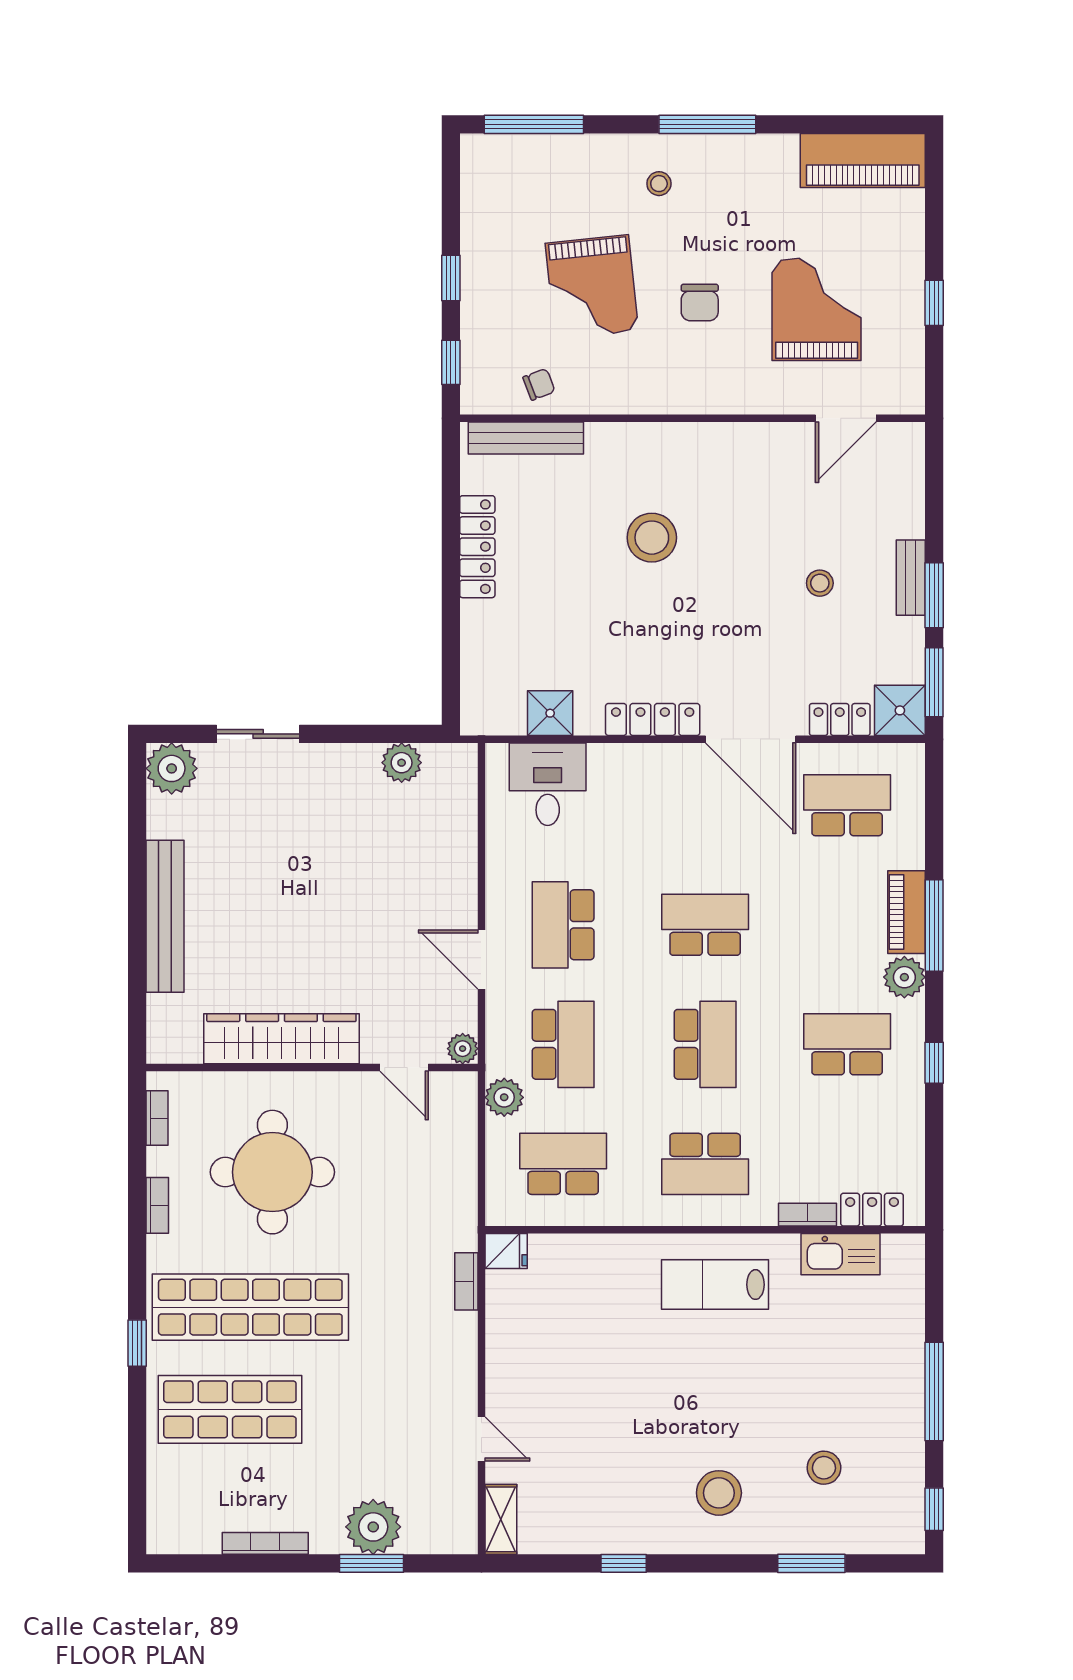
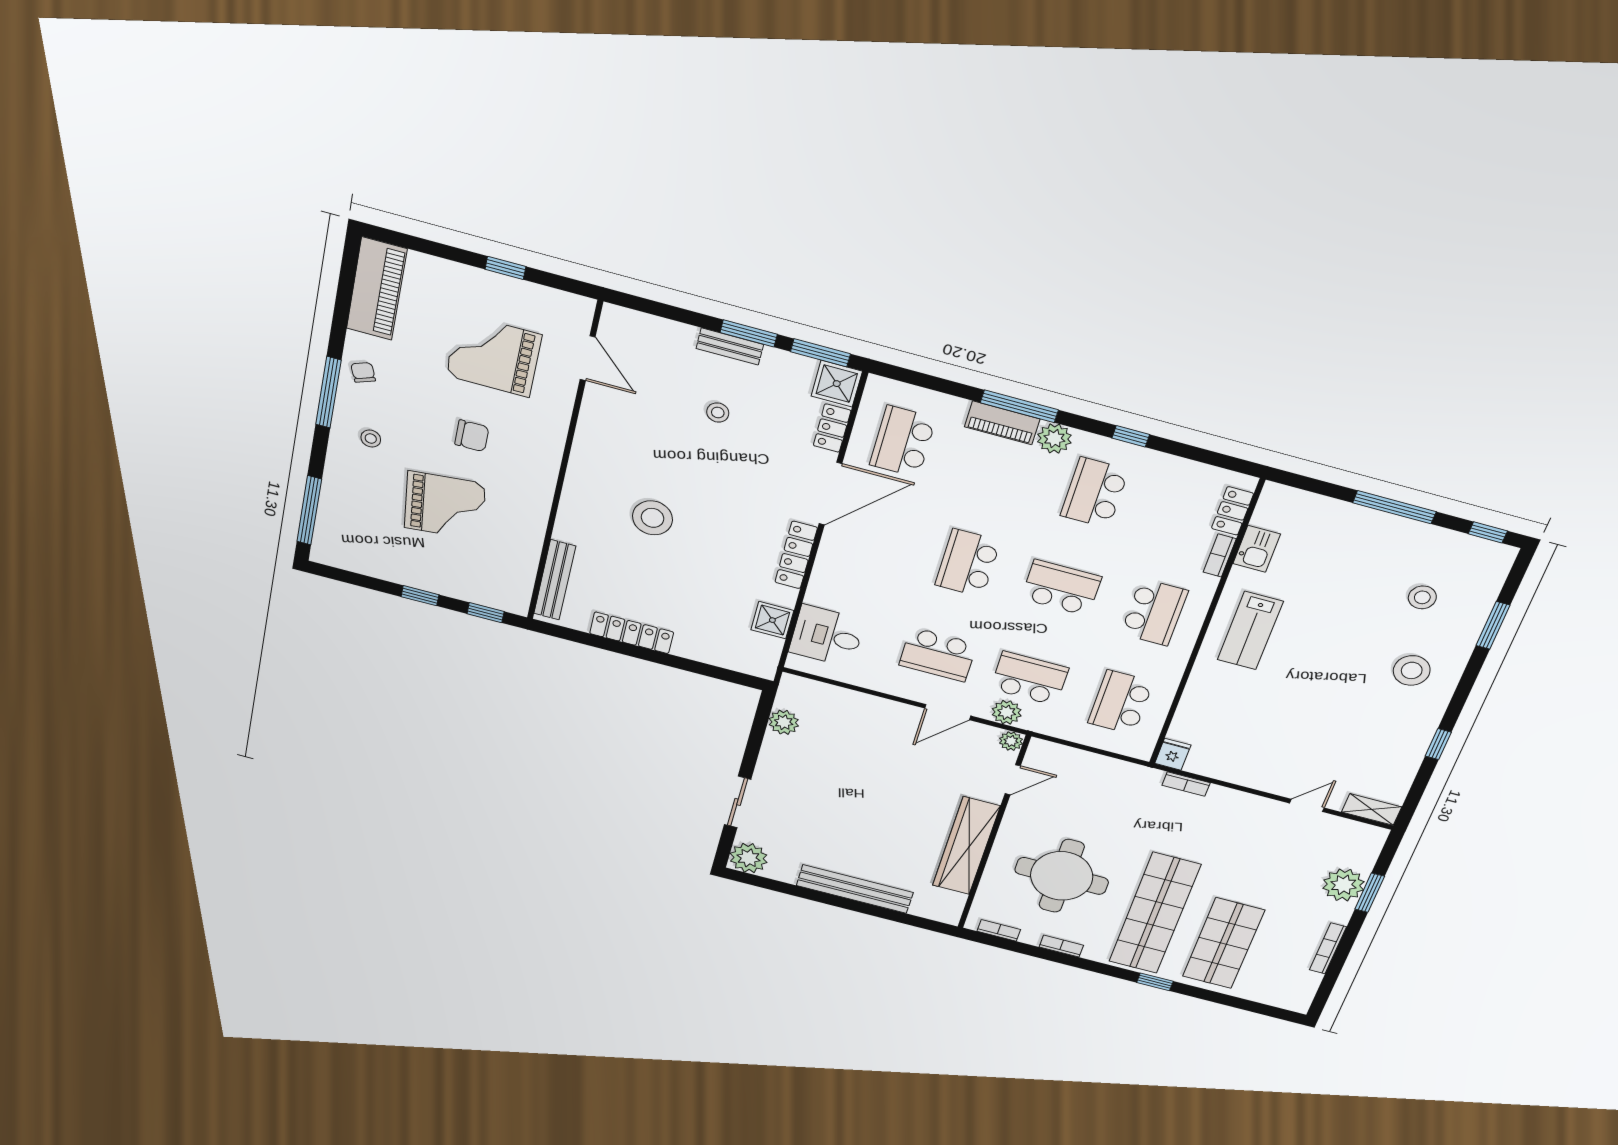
chair: (539, 384) -> (363, 372), moved
plant: (504, 1097) -> (1007, 712), moved
kitchen sink: (841, 1254) -> (1257, 549), width x0.73

